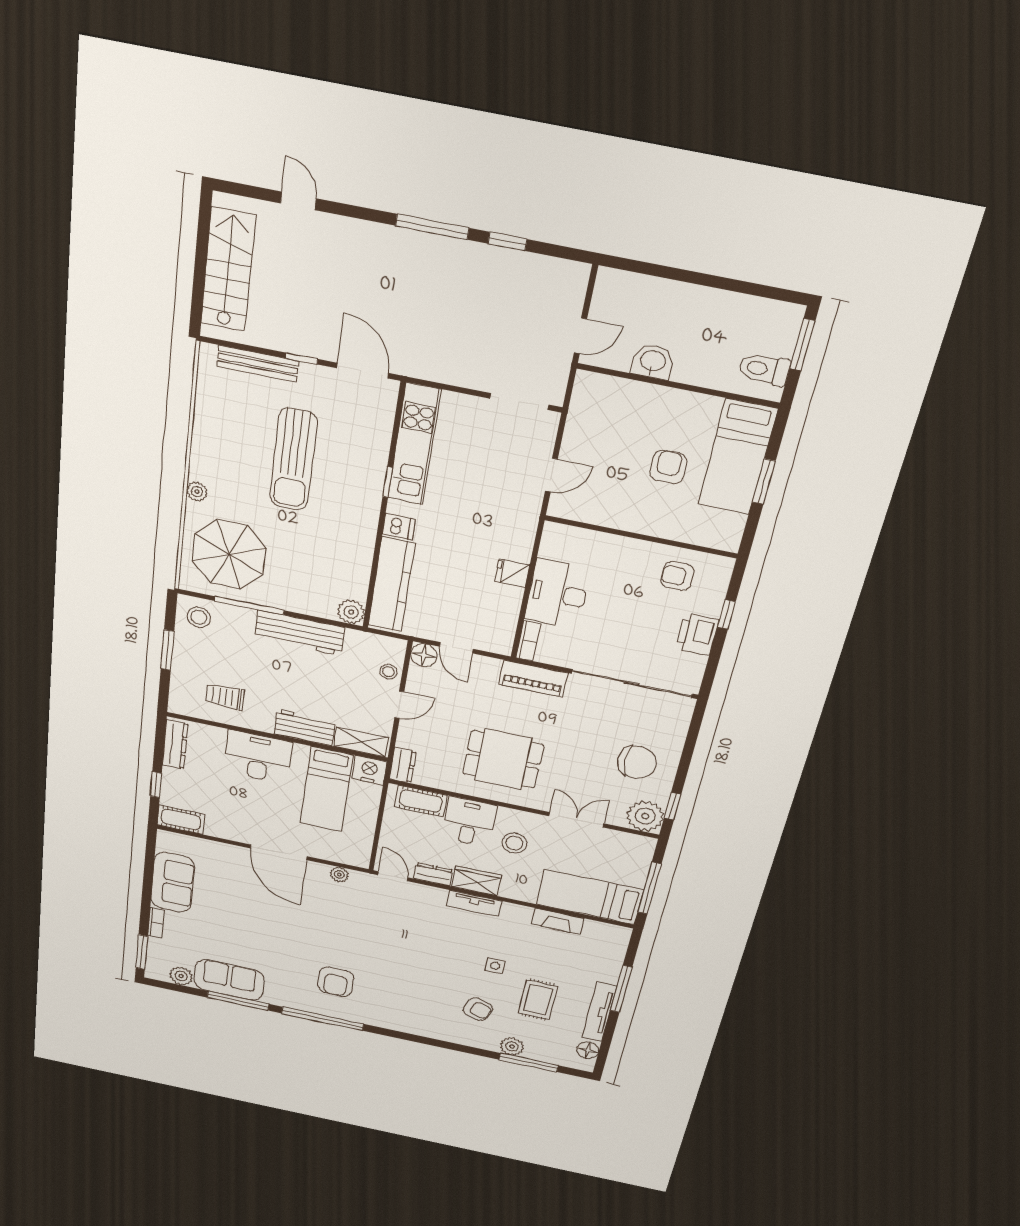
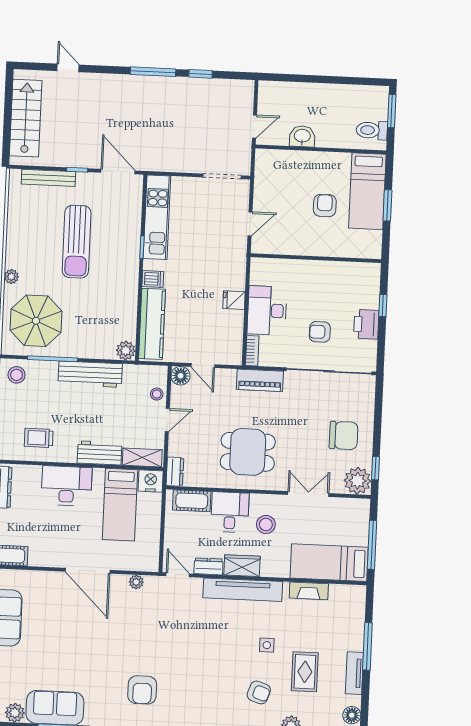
armchair: (677, 576) -> (320, 332), moved
tv unit: (474, 903) -> (243, 590), width x1.92, depth x1.29
tv unit: (599, 1012) -> (354, 673), width x0.71

